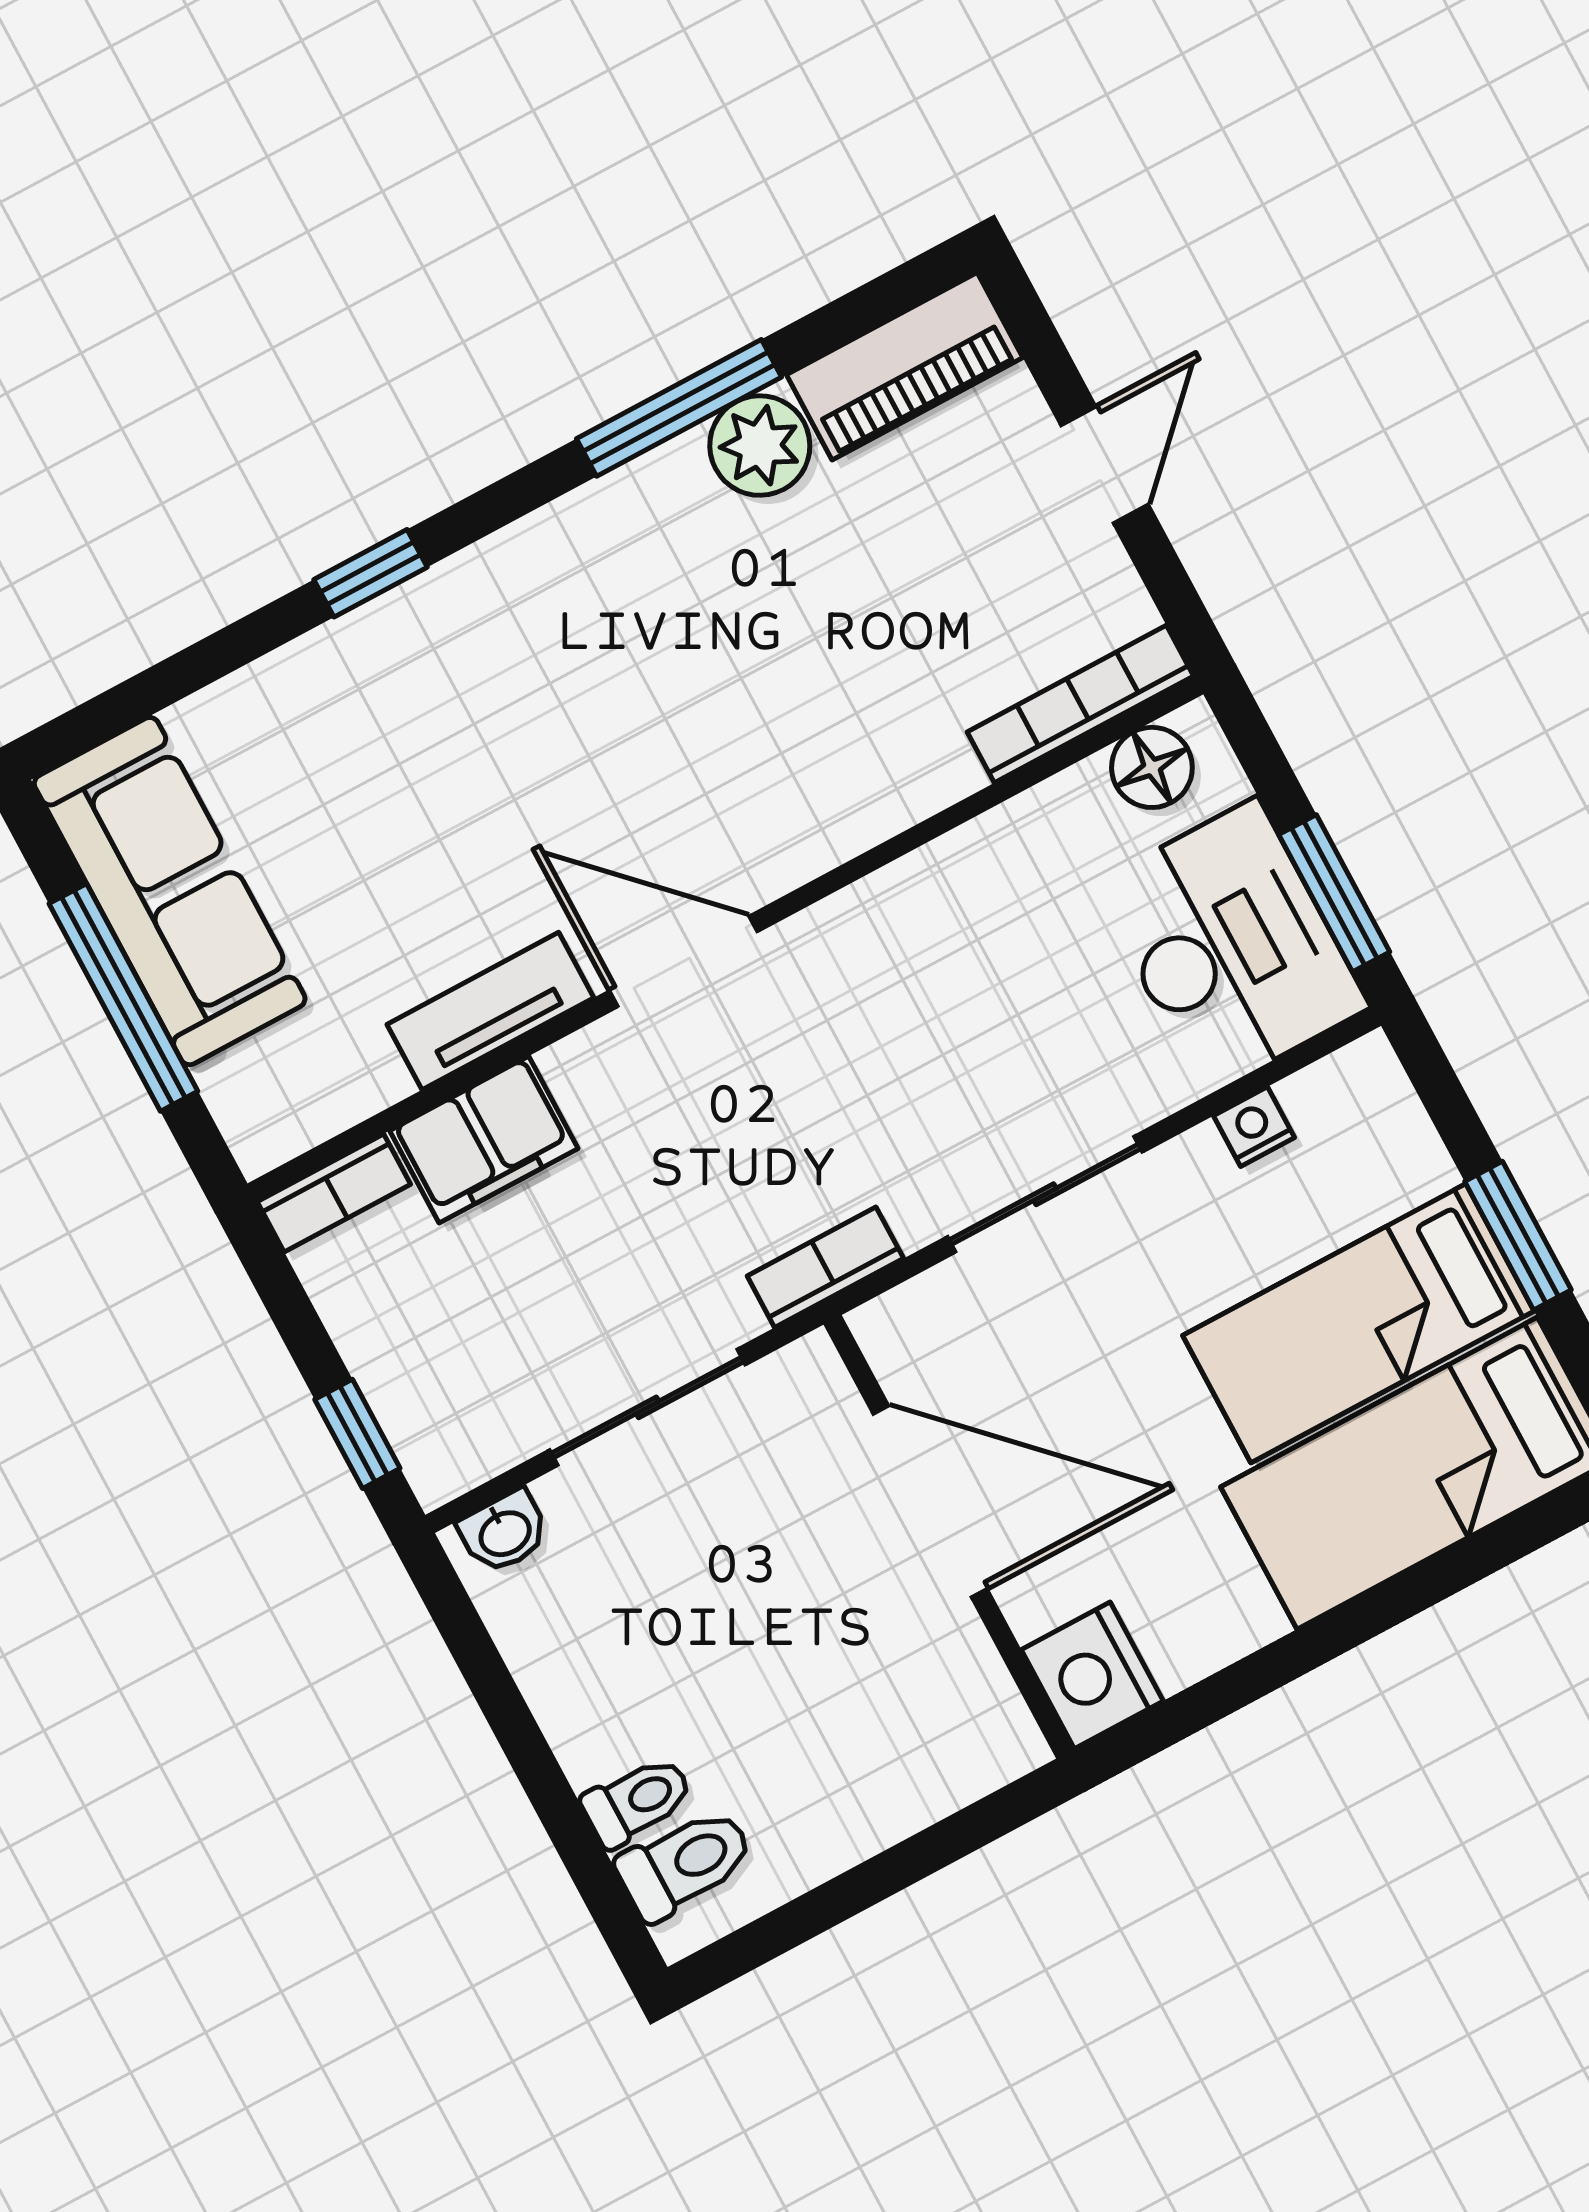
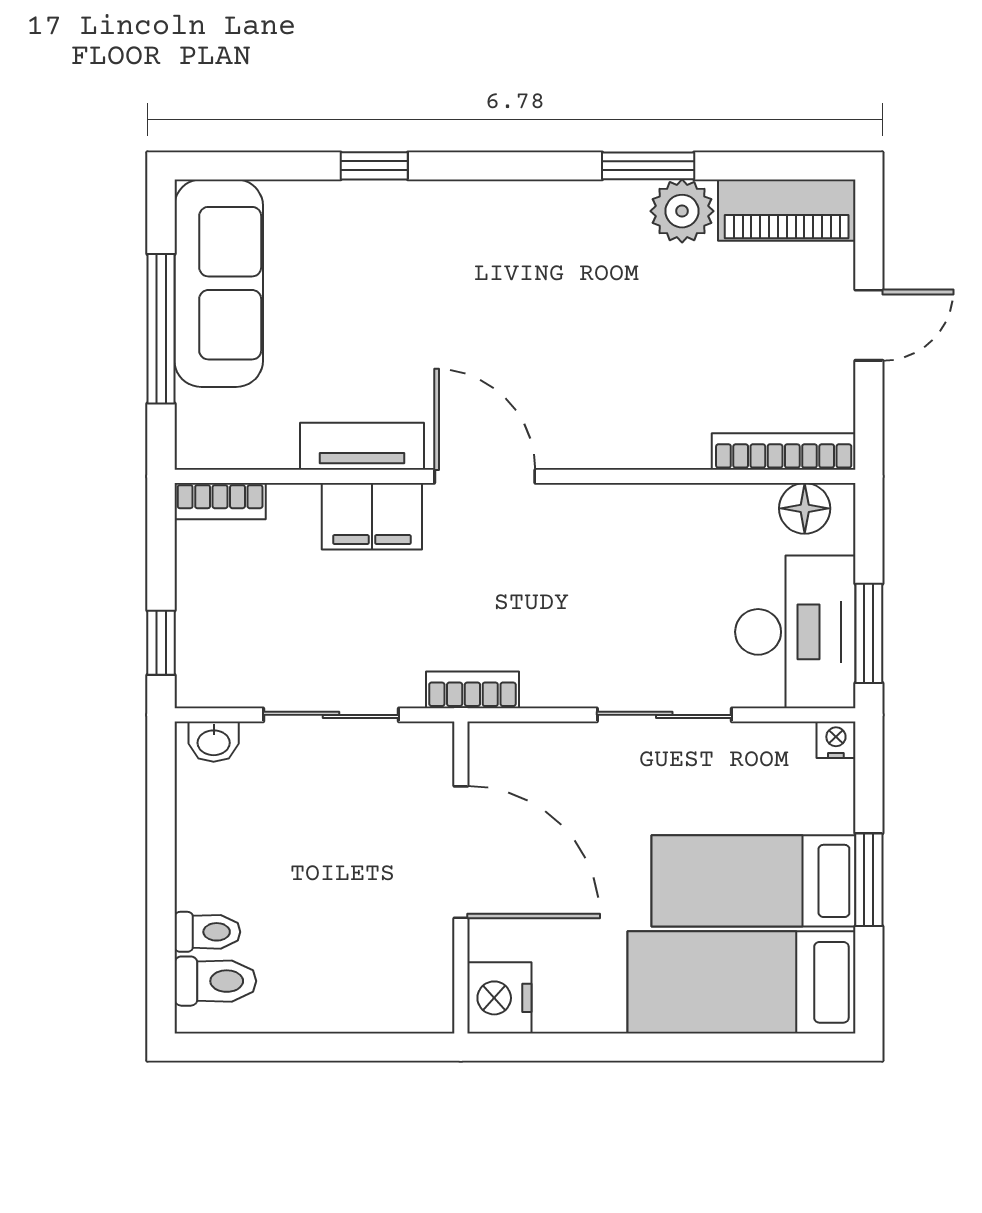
window: (679, 408) -> (648, 166), width x0.69
window: (371, 573) -> (374, 166), moved
nightstand: (1254, 1127) -> (836, 740), moved
filing cabinet: (484, 1140) -> (372, 516), moved
sliding door: (1045, 1194) -> (664, 715), moved

